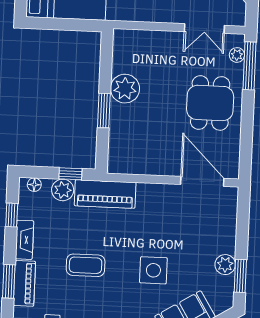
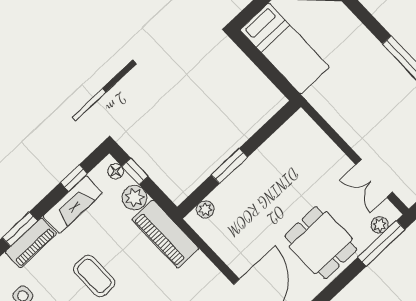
plant: (125, 89) -> (205, 209), moved, width x0.53, depth x0.53
dining table: (210, 103) -> (321, 243), turned 90
window: (70, 174) -> (135, 171), moved
fireplace: (24, 240) -> (73, 205), width x1.37, depth x1.32

